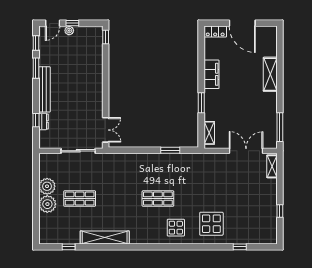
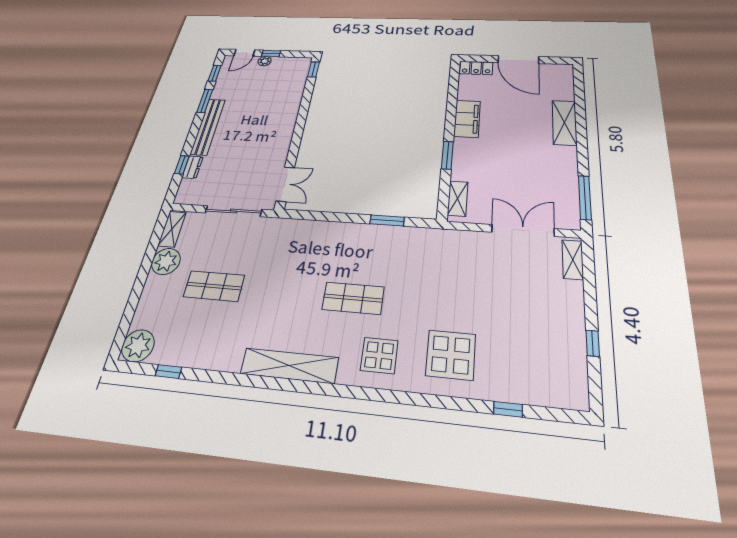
shelving: (44, 166) -> (172, 229), added
plant: (47, 204) -> (138, 346), moved
shelving: (105, 237) -> (289, 366), moved

